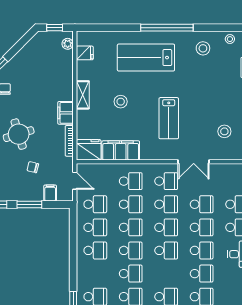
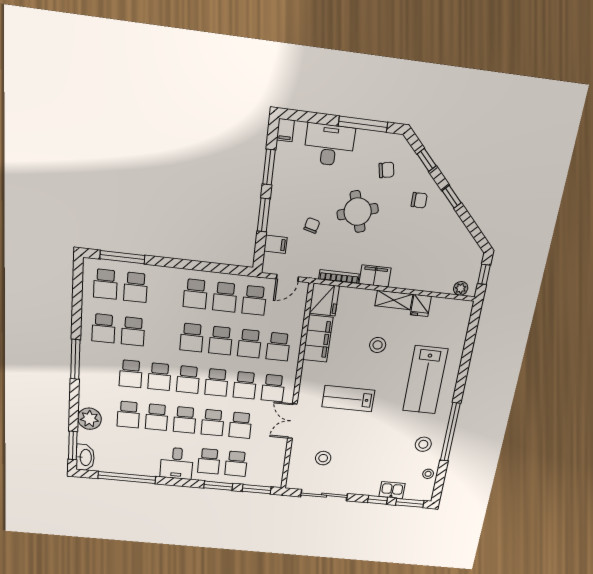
window: (167, 28) -> (450, 432), moved
fridge: (85, 53) -> (421, 306), moved
lab bench: (146, 58) -> (425, 380), turned 180
school desk: (131, 274) -> (160, 377), moved

